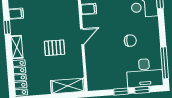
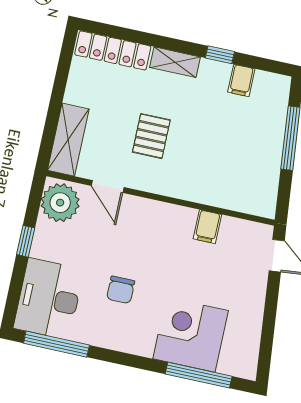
door: (82, 37) -> (108, 187), moved
plant: (98, 81) -> (60, 203), added
window: (142, 90) -> (16, 283), removed

